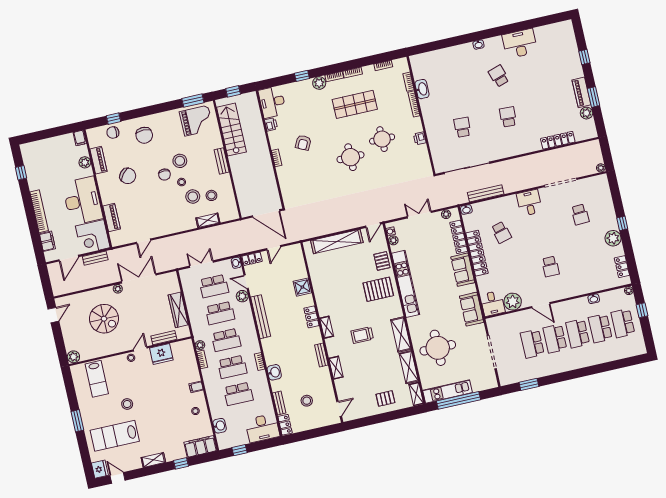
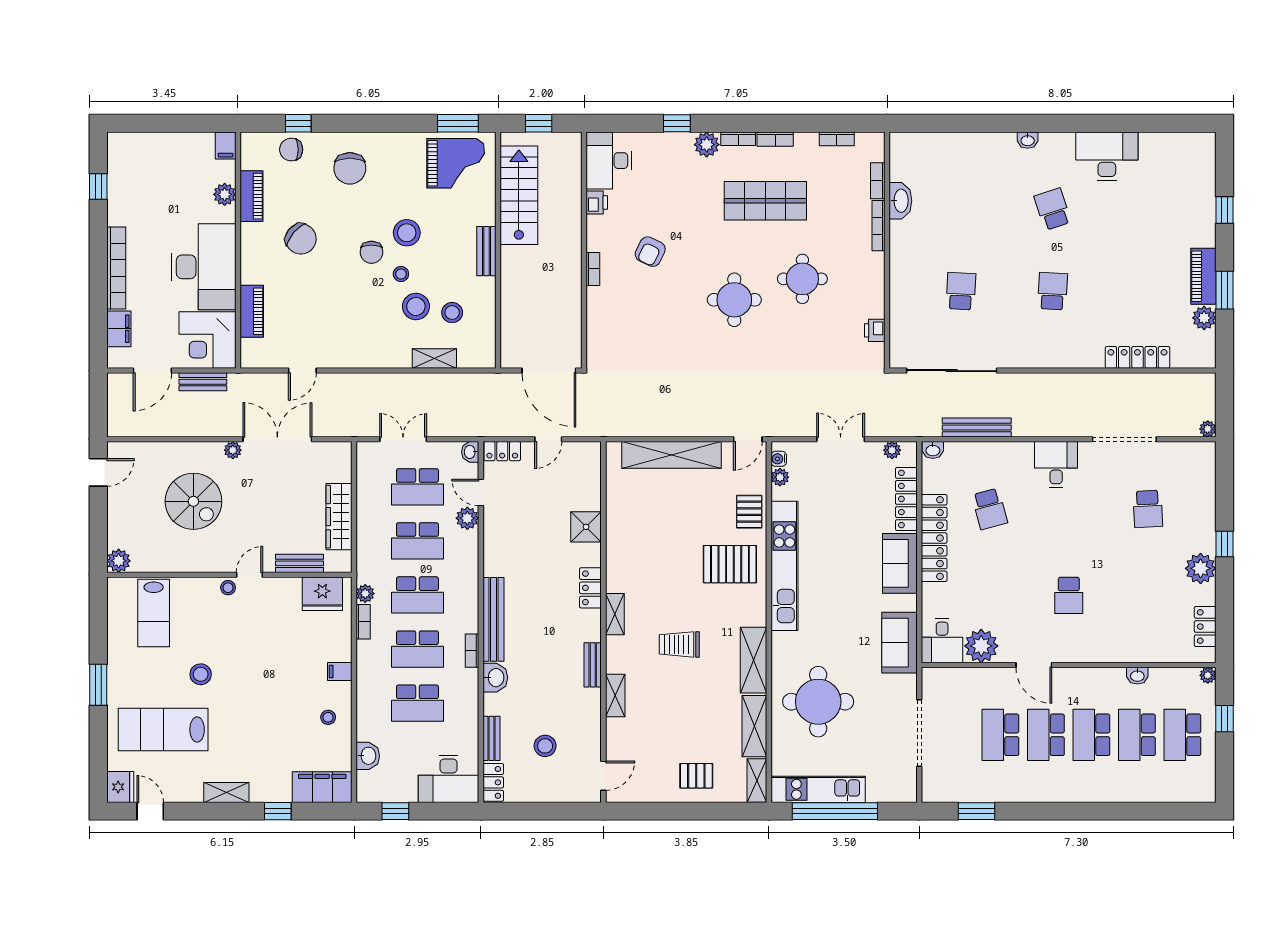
printer: (420, 138) -> (875, 330), moved
bench: (261, 317) -> (493, 619), moved
fridge: (161, 354) -> (322, 594), moved

